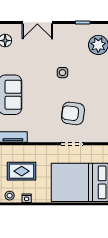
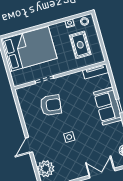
rug: (22, 171) -> (80, 45), turned 90

